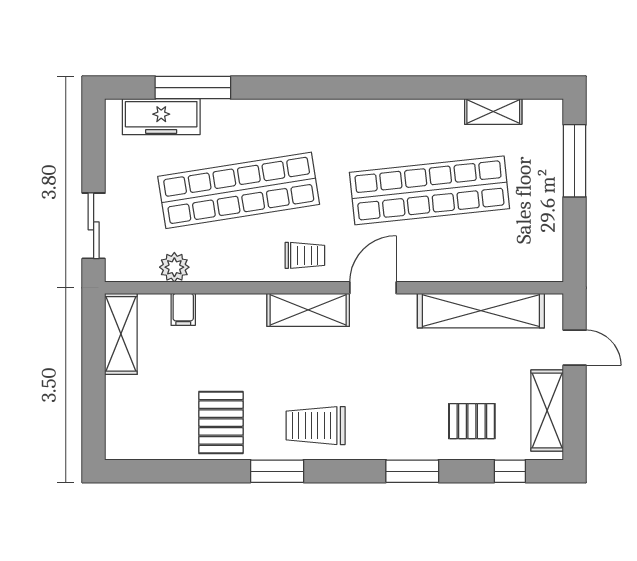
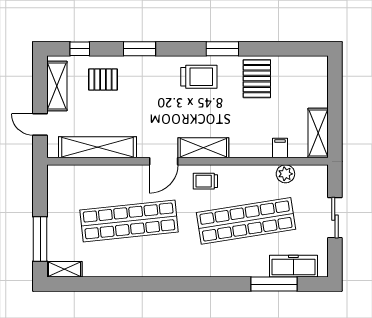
shelving: (493, 111) -> (64, 269), moved
sliding door: (94, 226) -> (335, 218), moved

